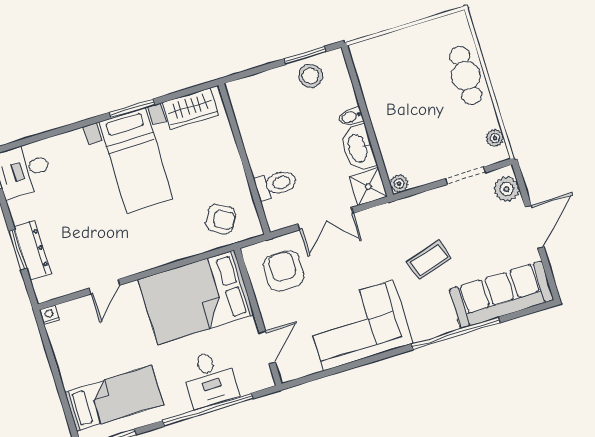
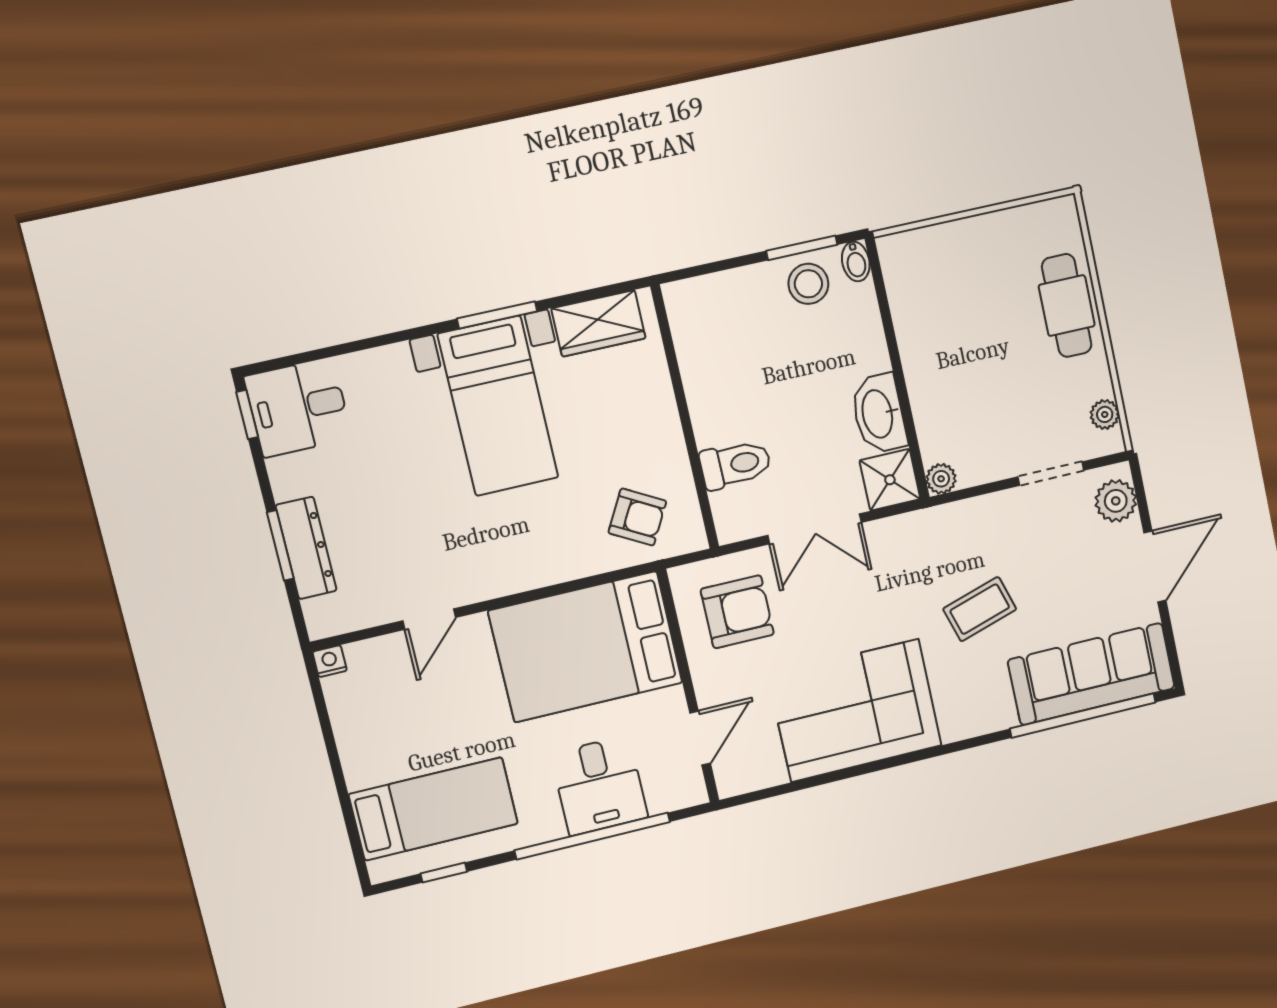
bidet: (351, 117) -> (856, 262), moved, turned -90
armchair: (284, 271) -> (737, 612), turned 90
window: (455, 333) -> (1083, 715), moved

